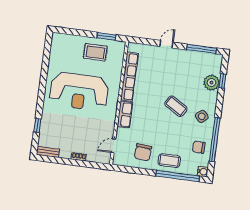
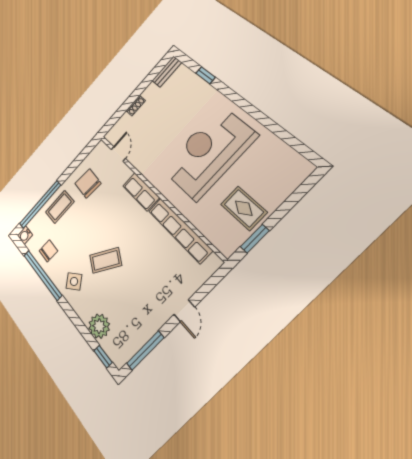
rug: (95, 52) -> (244, 208), turned 90
window: (222, 81) -> (103, 357), moved

